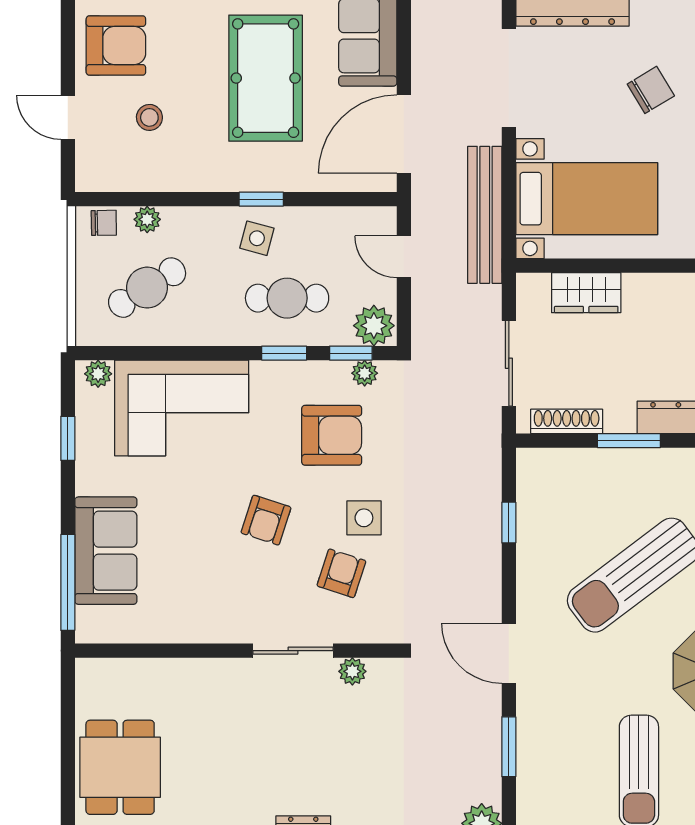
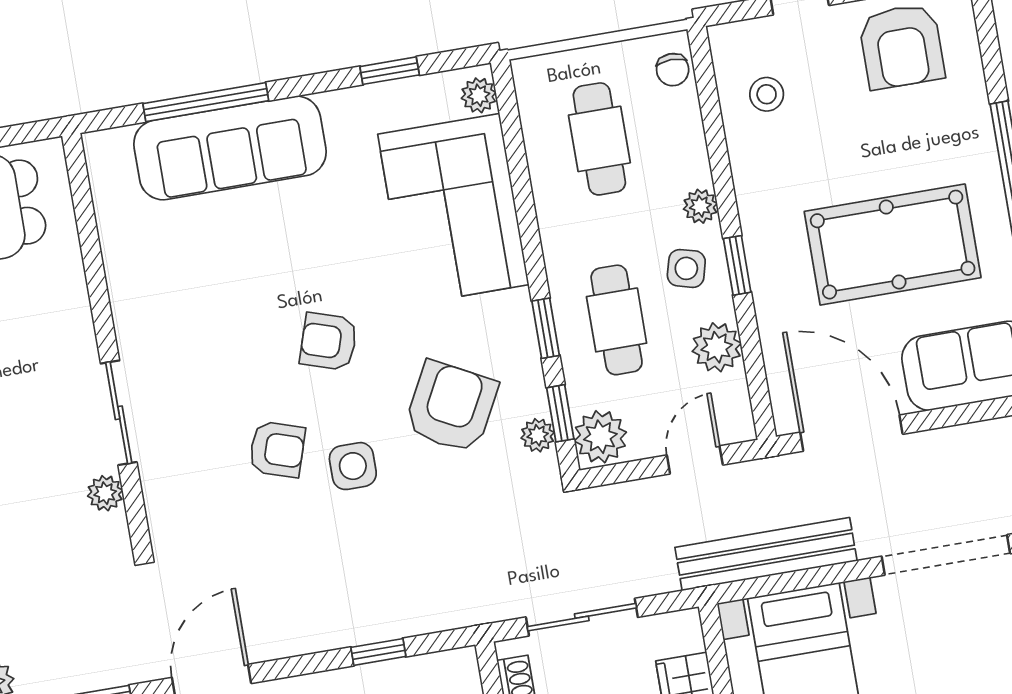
stool: (149, 117) -> (767, 94), moved
plant: (147, 219) -> (700, 206), moved
plant: (321, 225) -> (717, 347), added
cafe table: (147, 288) -> (599, 139), turned 32
armchair: (332, 435) -> (451, 407), turned -152
sofa: (106, 551) -> (230, 148), width x1.36
wall: (236, 651) -> (106, 340), moved
sliding door: (293, 651) -> (119, 413), moved
plant: (352, 671) -> (105, 493), moved

